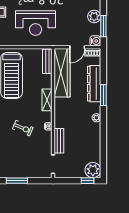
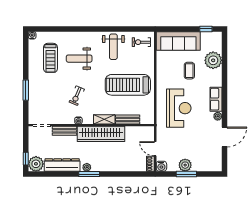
reception desk: (36, 23) -> (179, 108), turned 180
window: (103, 26) -> (186, 174), moved
bench: (47, 61) -> (128, 119), moved
wardrobe: (62, 73) -> (101, 134), moved
dresser: (94, 84) -> (62, 165), moved
window: (103, 95) -> (89, 174), moved

